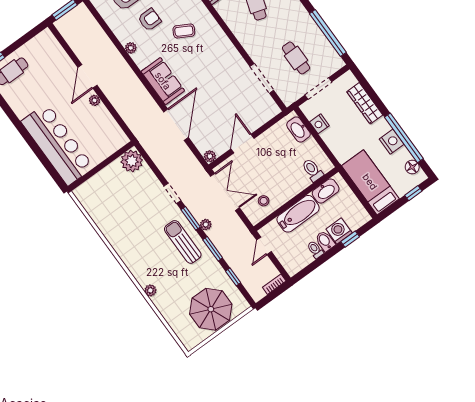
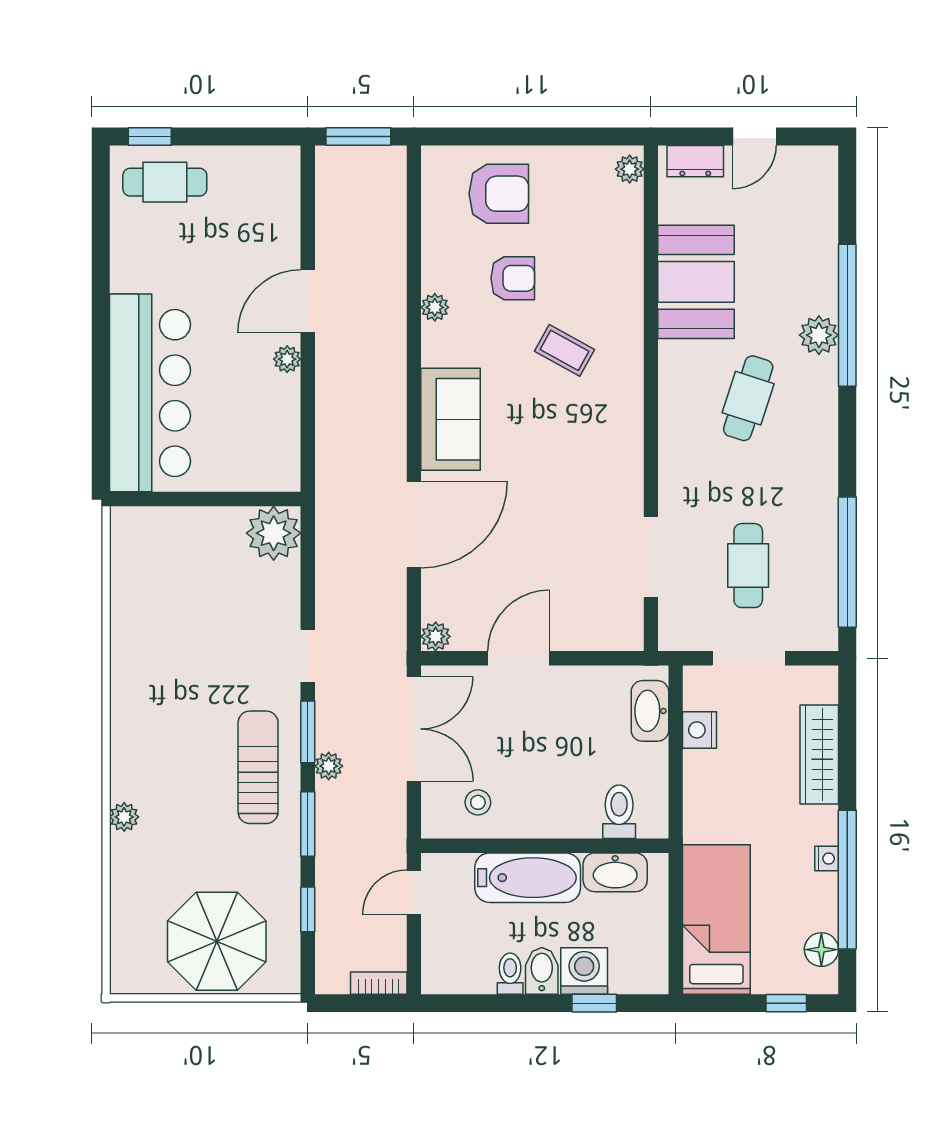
nightstand: (392, 142) -> (827, 859), width x0.53, depth x0.56

